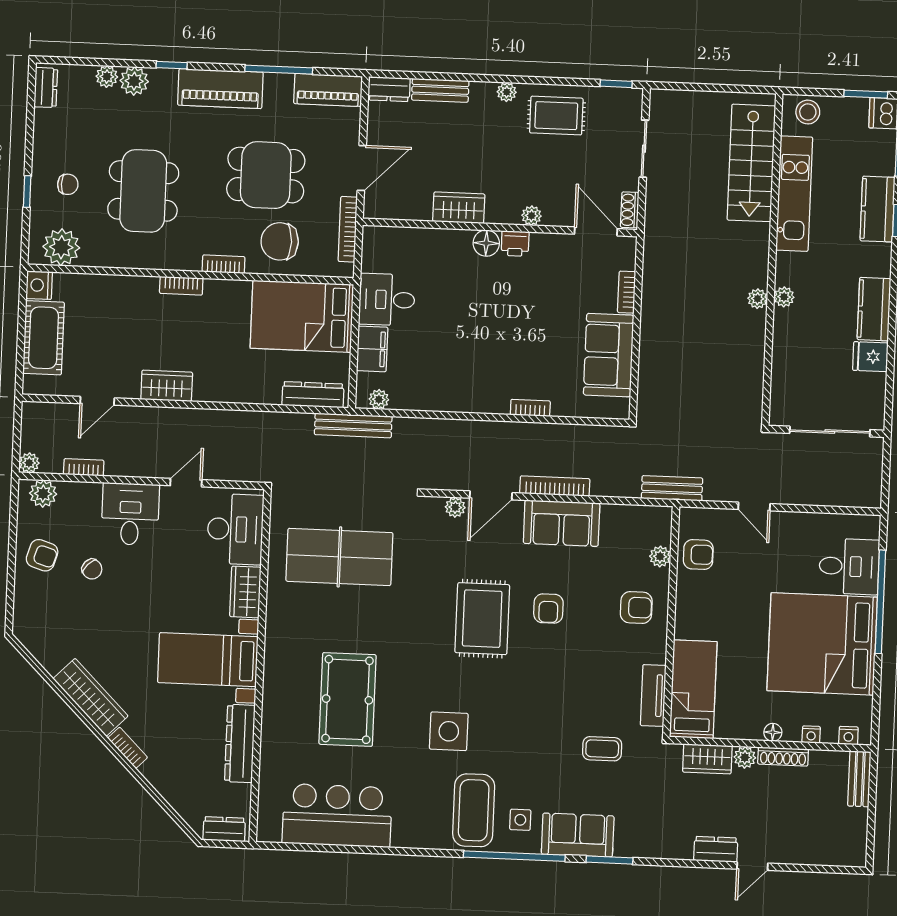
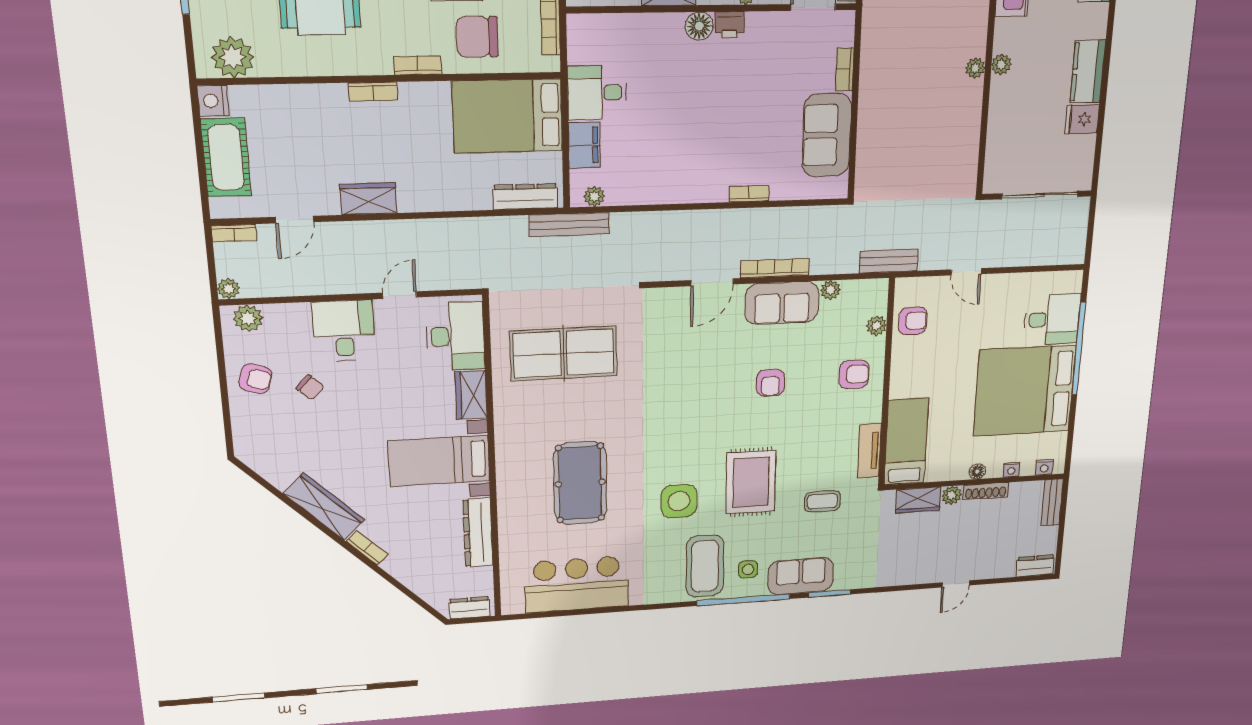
bookcase: (84, 467) -> (234, 233), moved, turned 180
plant: (455, 507) -> (830, 290), moved
rug: (482, 619) -> (751, 482), moved
dresser: (716, 849) -> (1035, 566), moved

